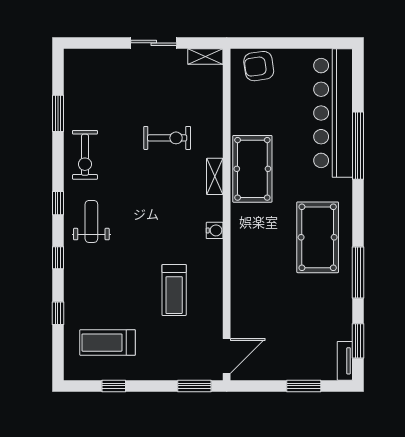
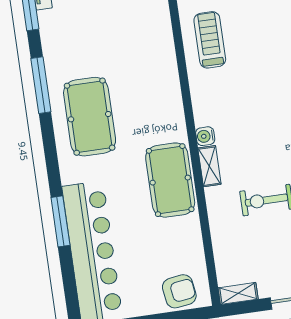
window: (358, 146) -> (60, 221), width x0.68
water cooler: (215, 230) -> (205, 136), moved
treadmill: (174, 290) -> (210, 40), moved

